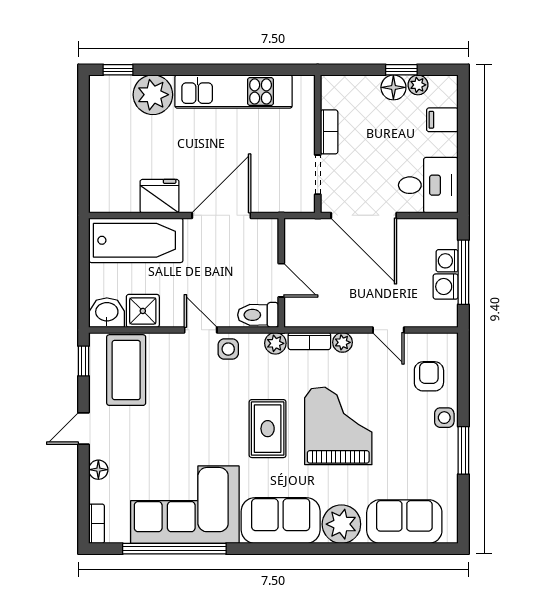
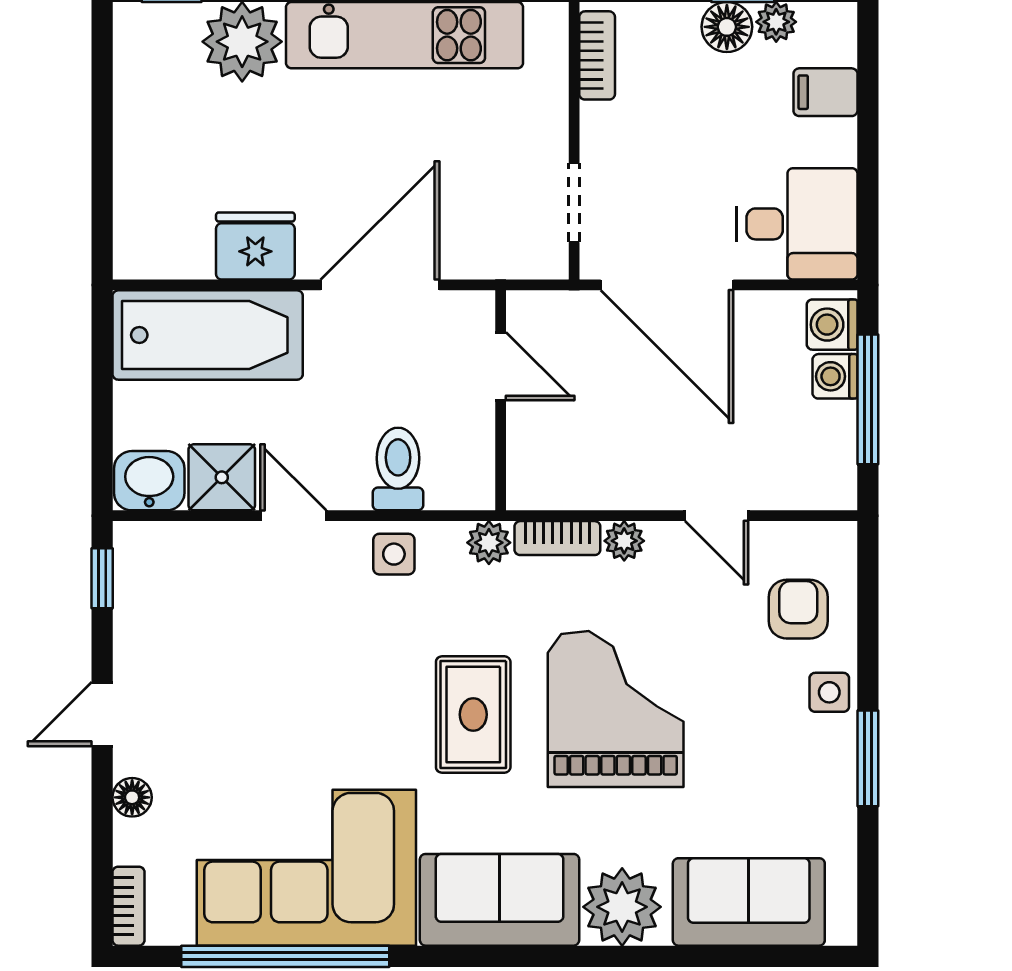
bookcase: (329, 132) -> (597, 55), moved
door: (281, 280) -> (501, 366), moved
washing machine: (446, 287) -> (832, 325), moved
toilet: (258, 315) -> (398, 469), moved, turned 90
door: (201, 330) -> (293, 516), moved
coffee table: (126, 370) -> (188, 596), removed

